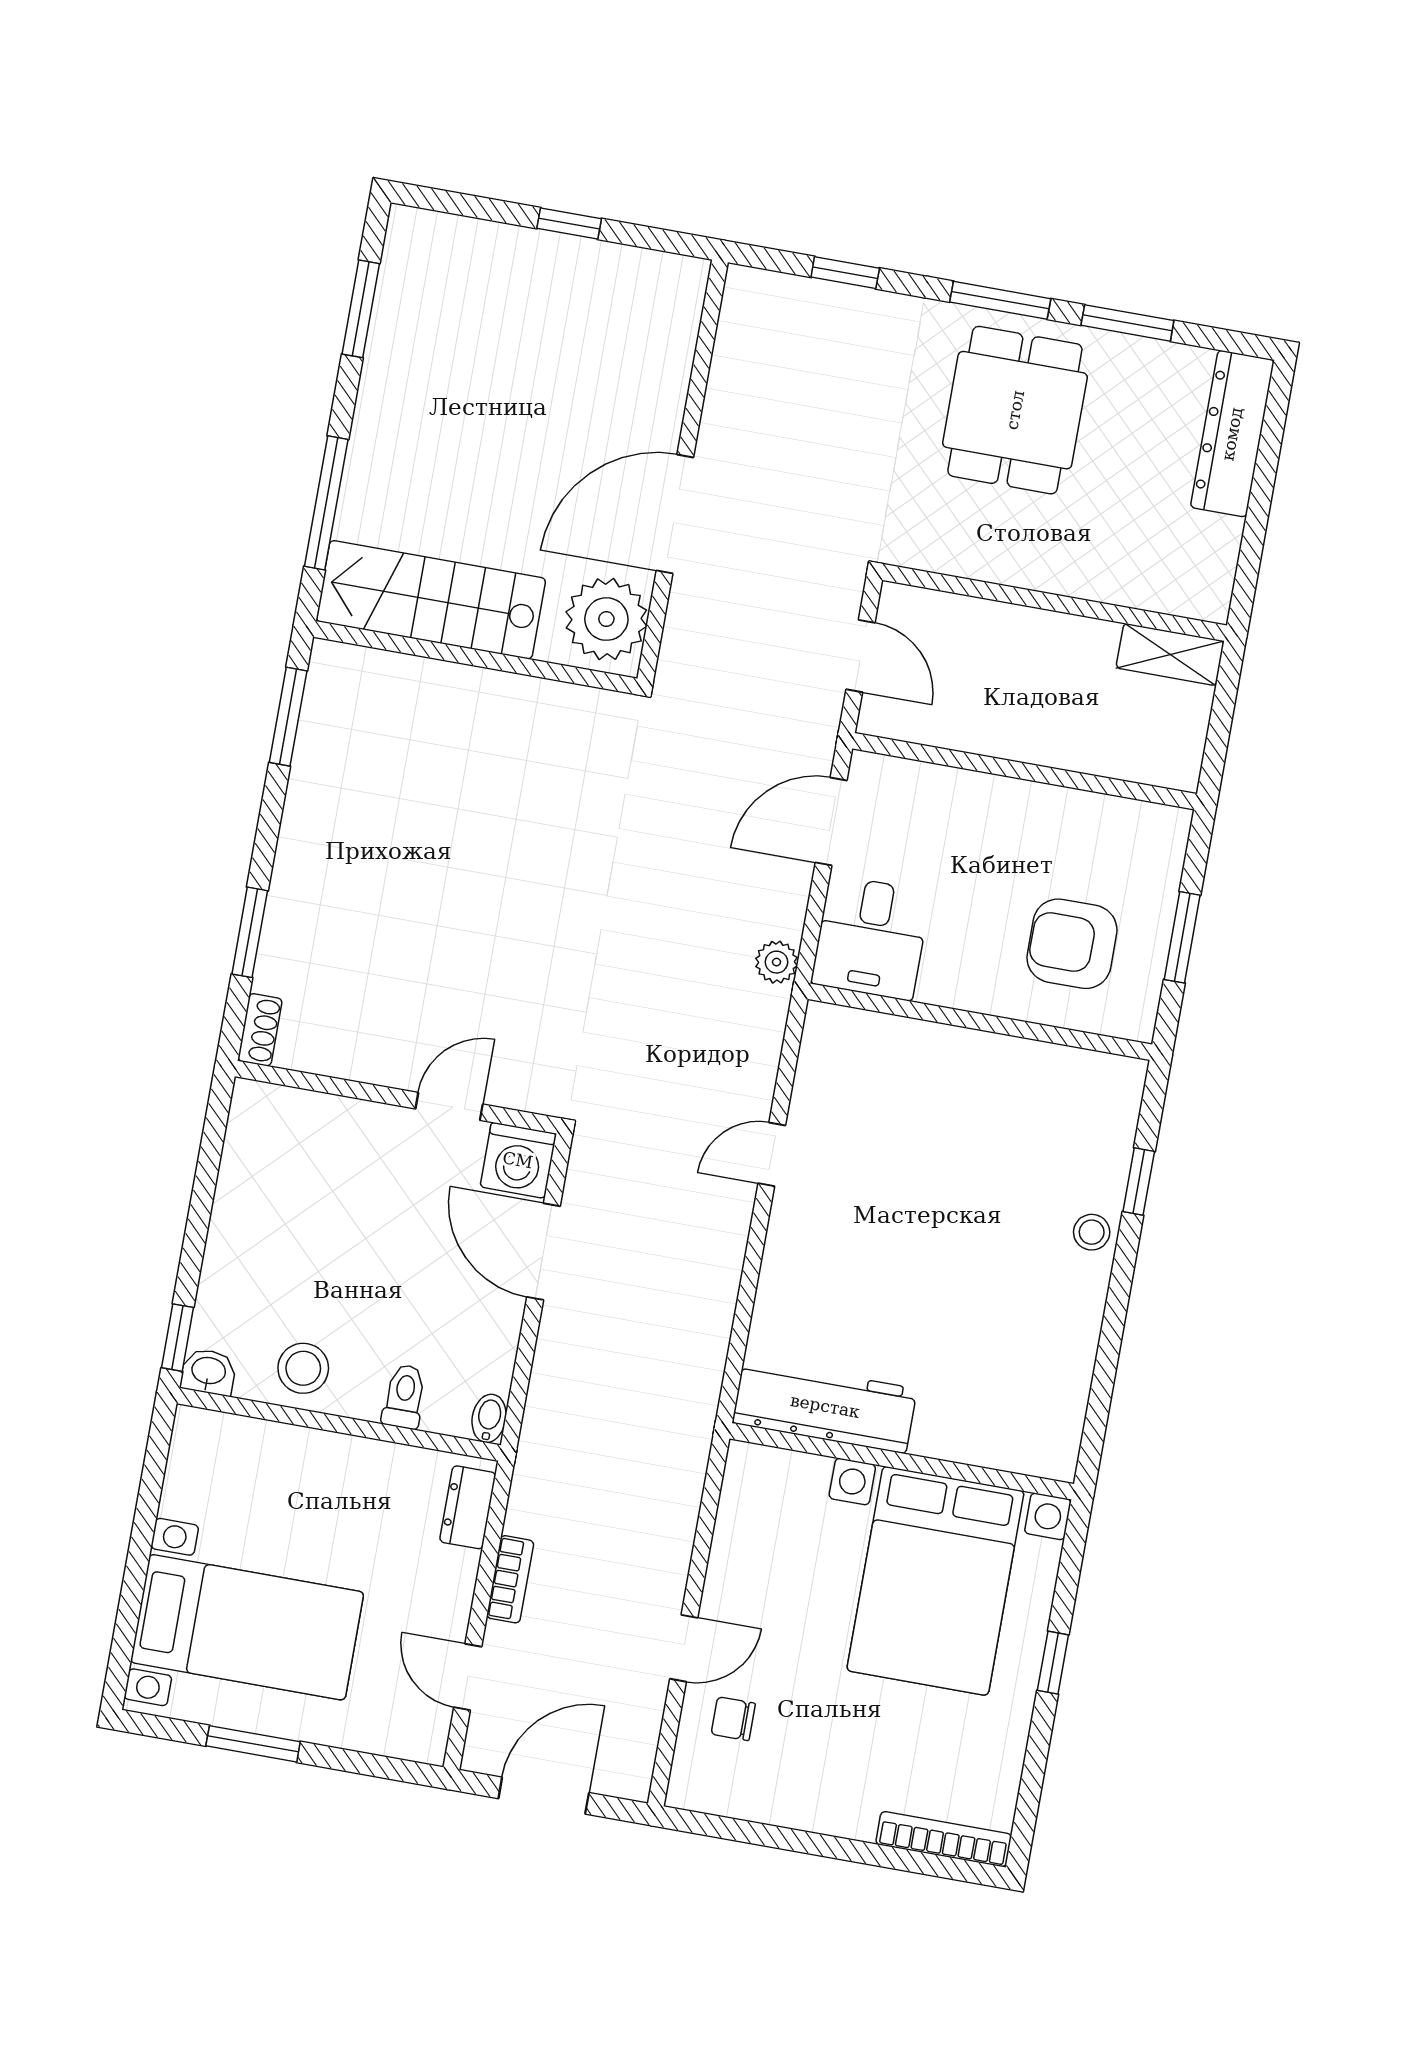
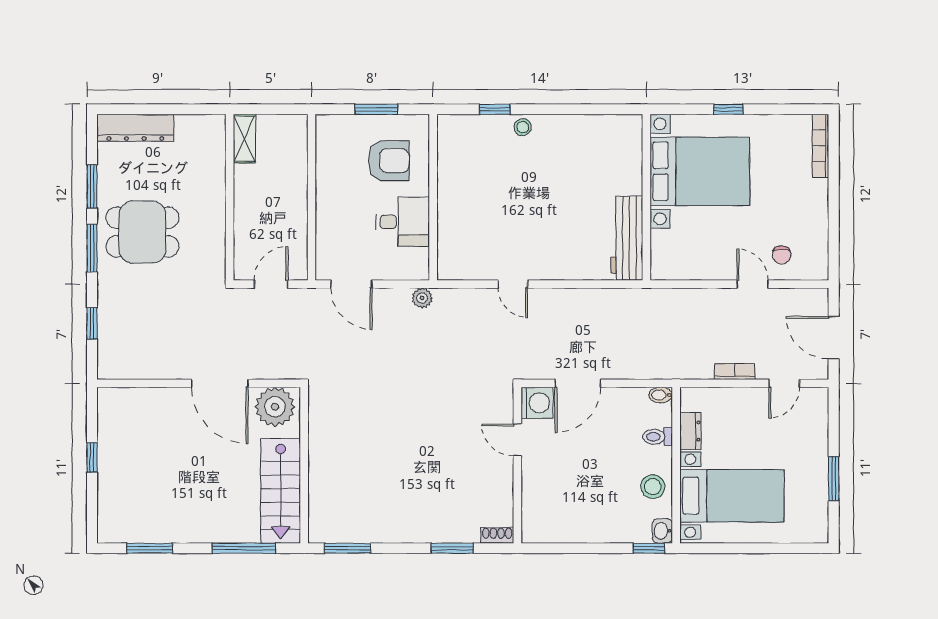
desk: (871, 938) -> (403, 222), moved
armchair: (1072, 944) -> (389, 161), turned -90
dresser: (468, 1507) -> (690, 431), moved, turned -90
bed with nightstands: (247, 1627) -> (732, 496), moved, turned 90

